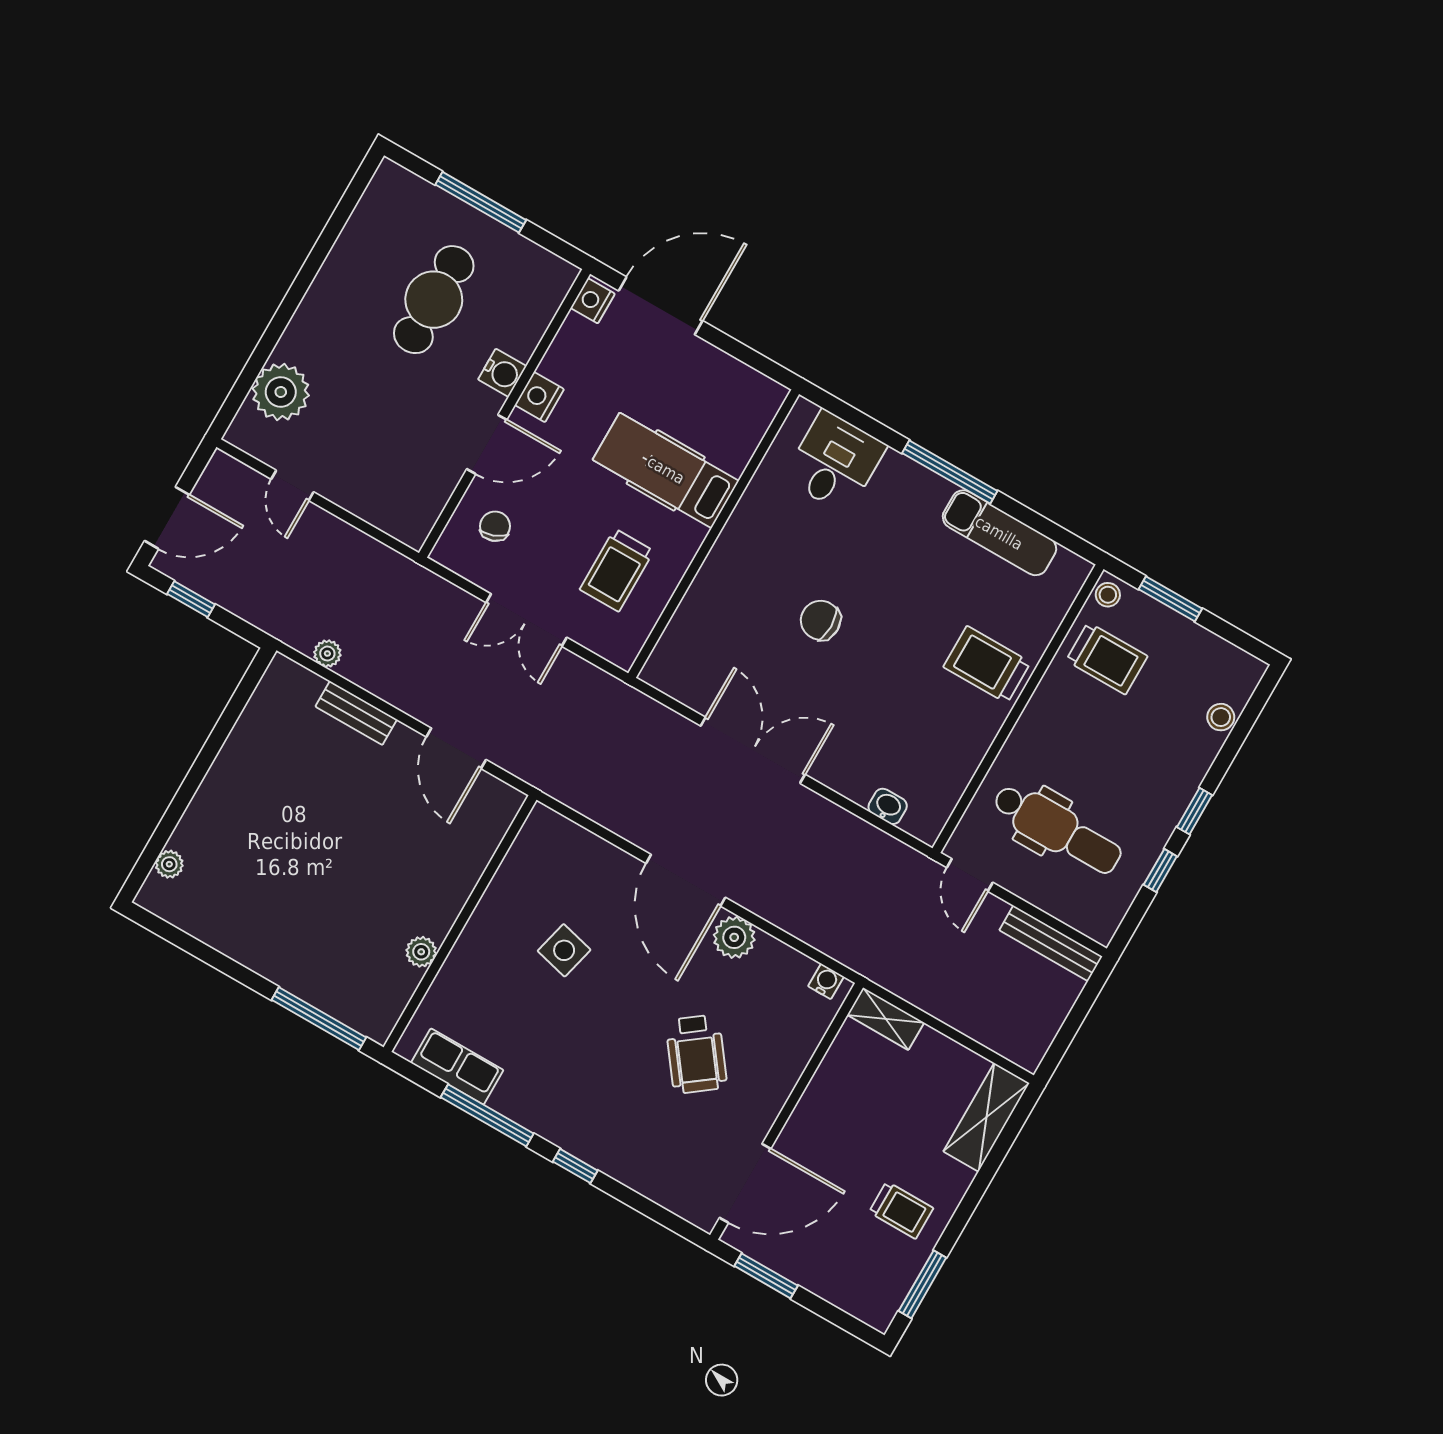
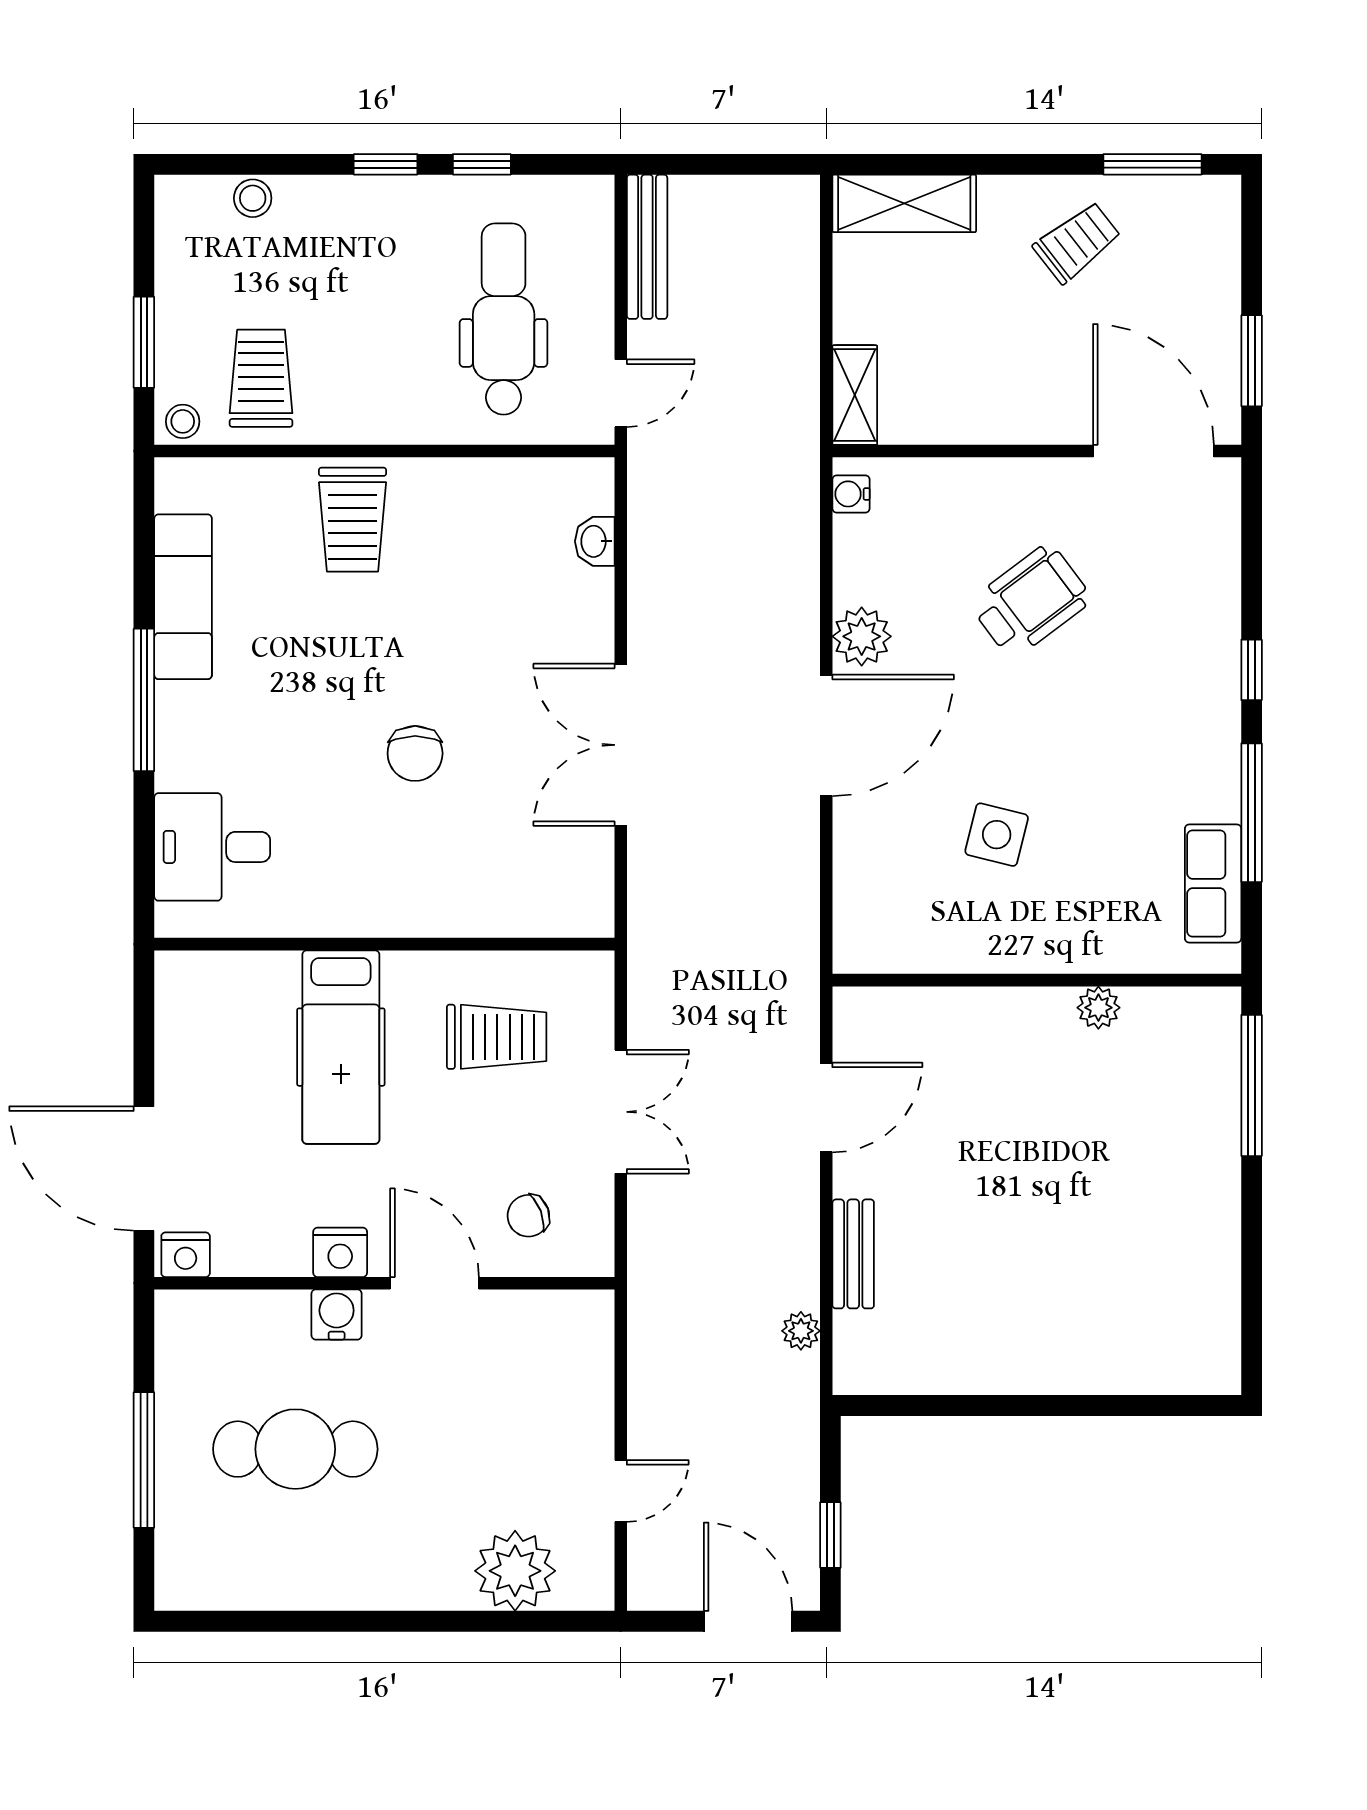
plant: (169, 864) -> (1168, 1376), removed
trolley: (901, 1210) -> (1077, 242), turned 52

